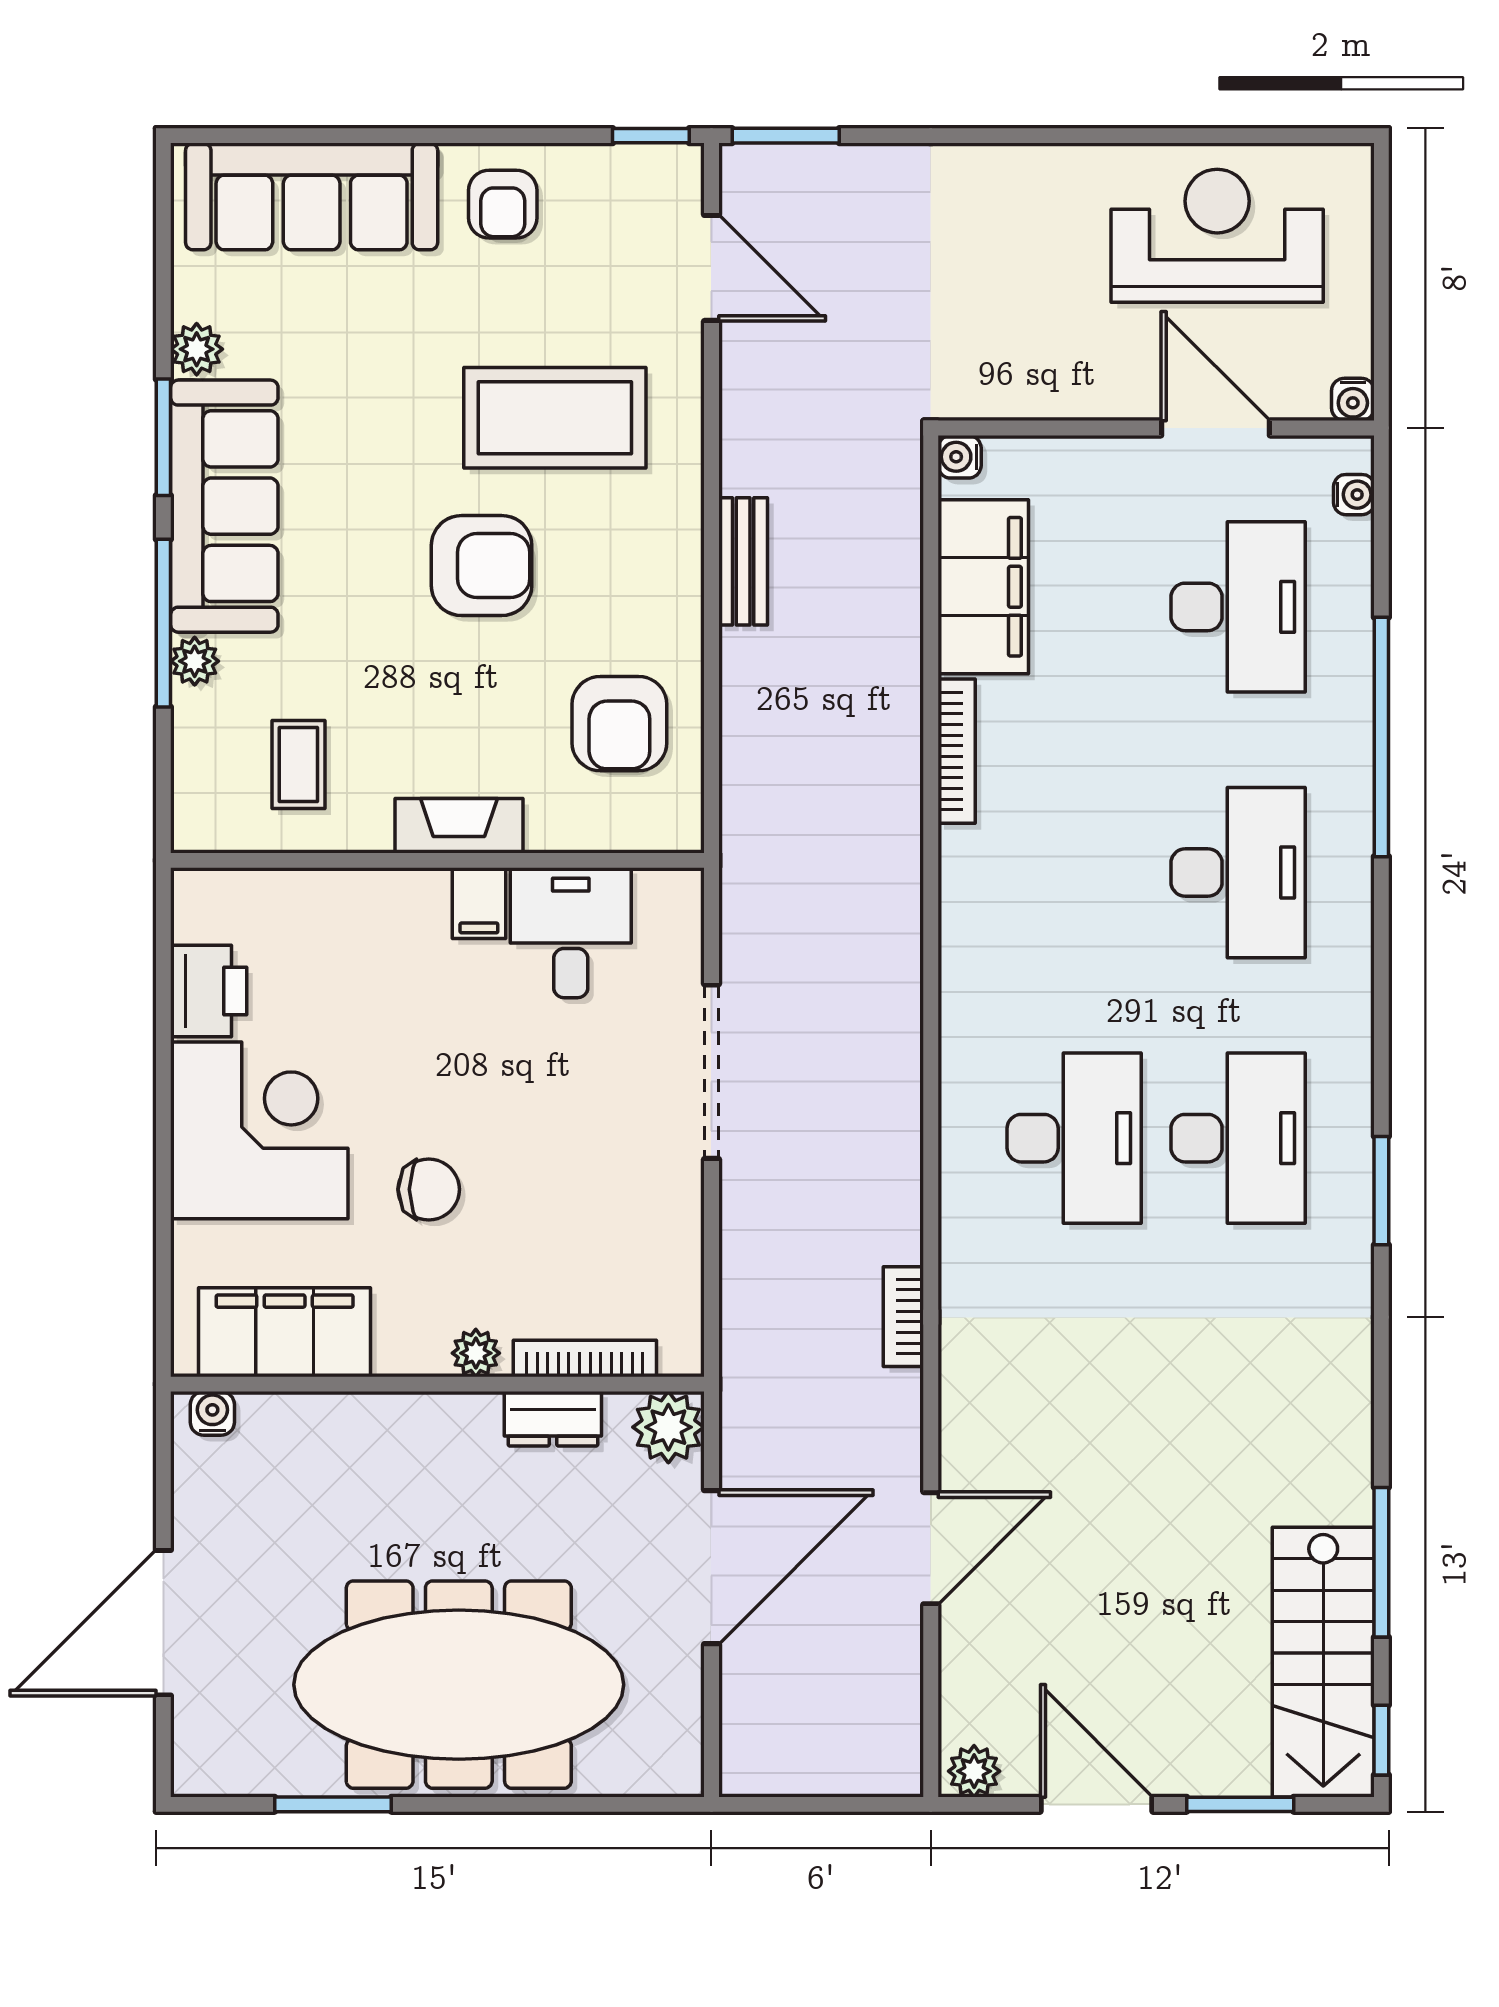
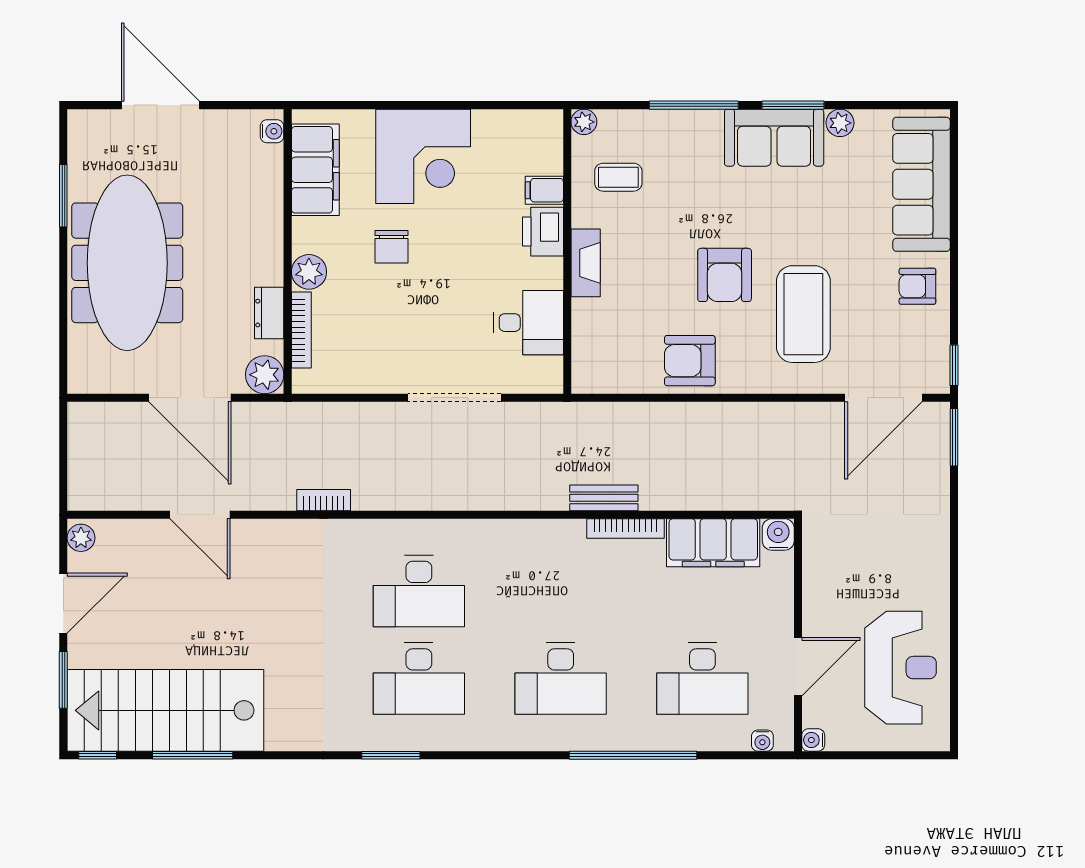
door: (711, 268) -> (883, 398), width x1.36
water cooler: (960, 457) -> (778, 534), width x1.38, depth x1.38
sofa: (224, 506) -> (774, 138), width x0.73
bench: (743, 561) -> (604, 498), moved
plant: (195, 661) -> (584, 122), moved
armchair: (619, 724) -> (690, 361), moved
filing cabinet: (479, 903) -> (544, 190), moved
printer: (209, 991) -> (543, 232), moved, turned 90
plant: (476, 1353) -> (309, 272), width x1.38, depth x1.38
stairs: (1323, 1662) -> (165, 710), width x1.36, depth x1.51

